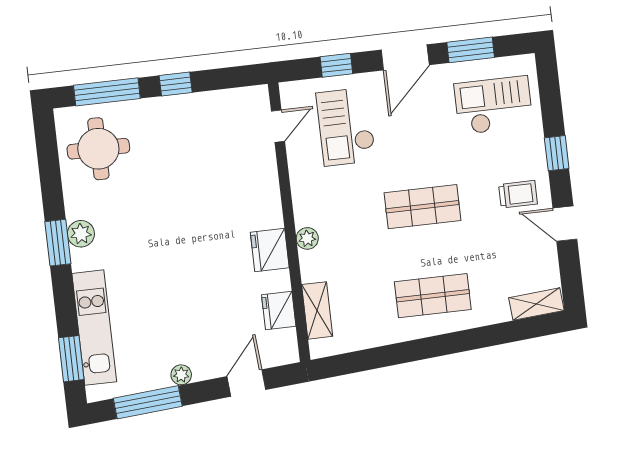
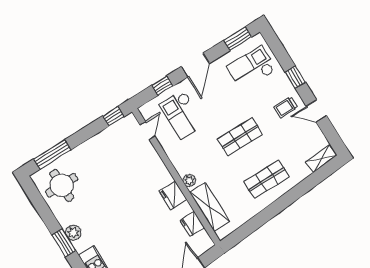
window: (471, 50) -> (238, 39), moved
window: (176, 84) -> (113, 116), moved
trolley: (518, 194) -> (286, 107), turned 180
shelving: (317, 310) -> (209, 207), width x1.50, depth x1.33

